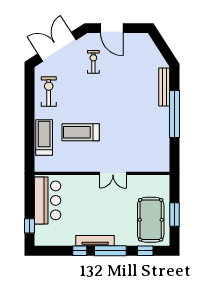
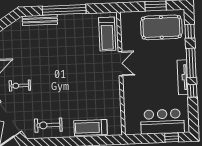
treadmill: (81, 132) -> (107, 34), moved
bar counter: (47, 200) -> (162, 122), moved

